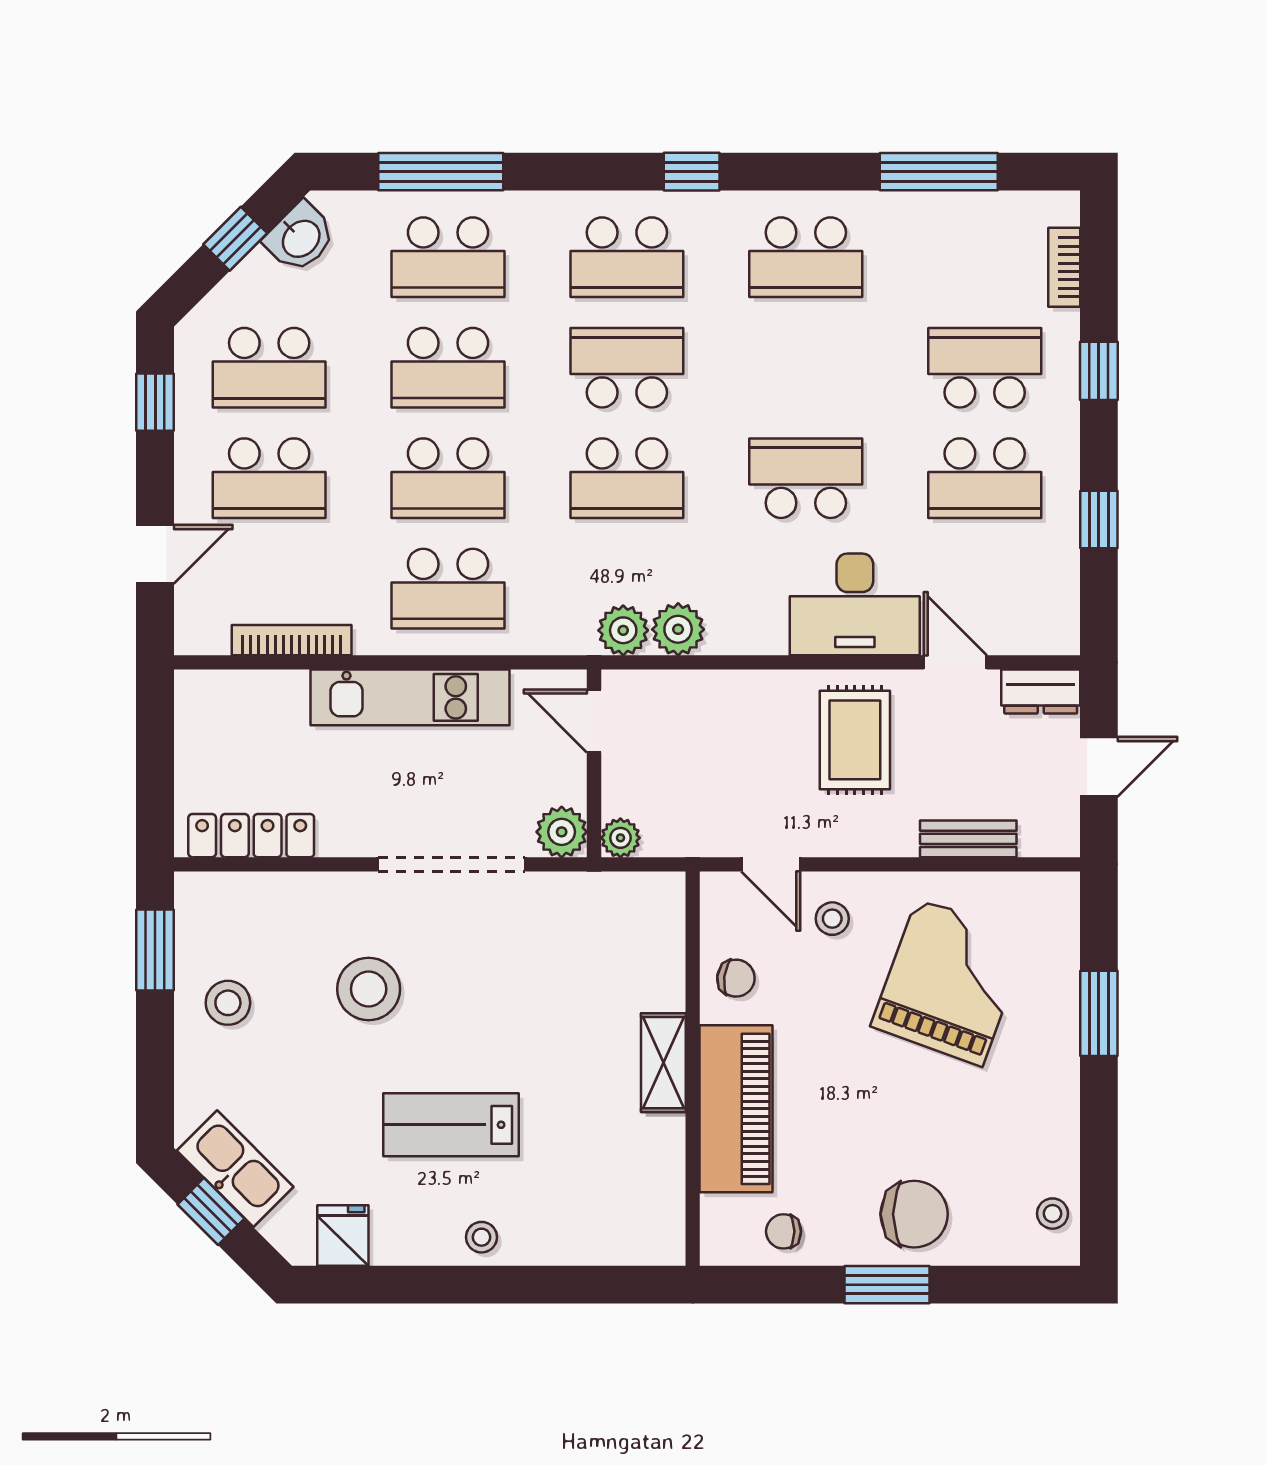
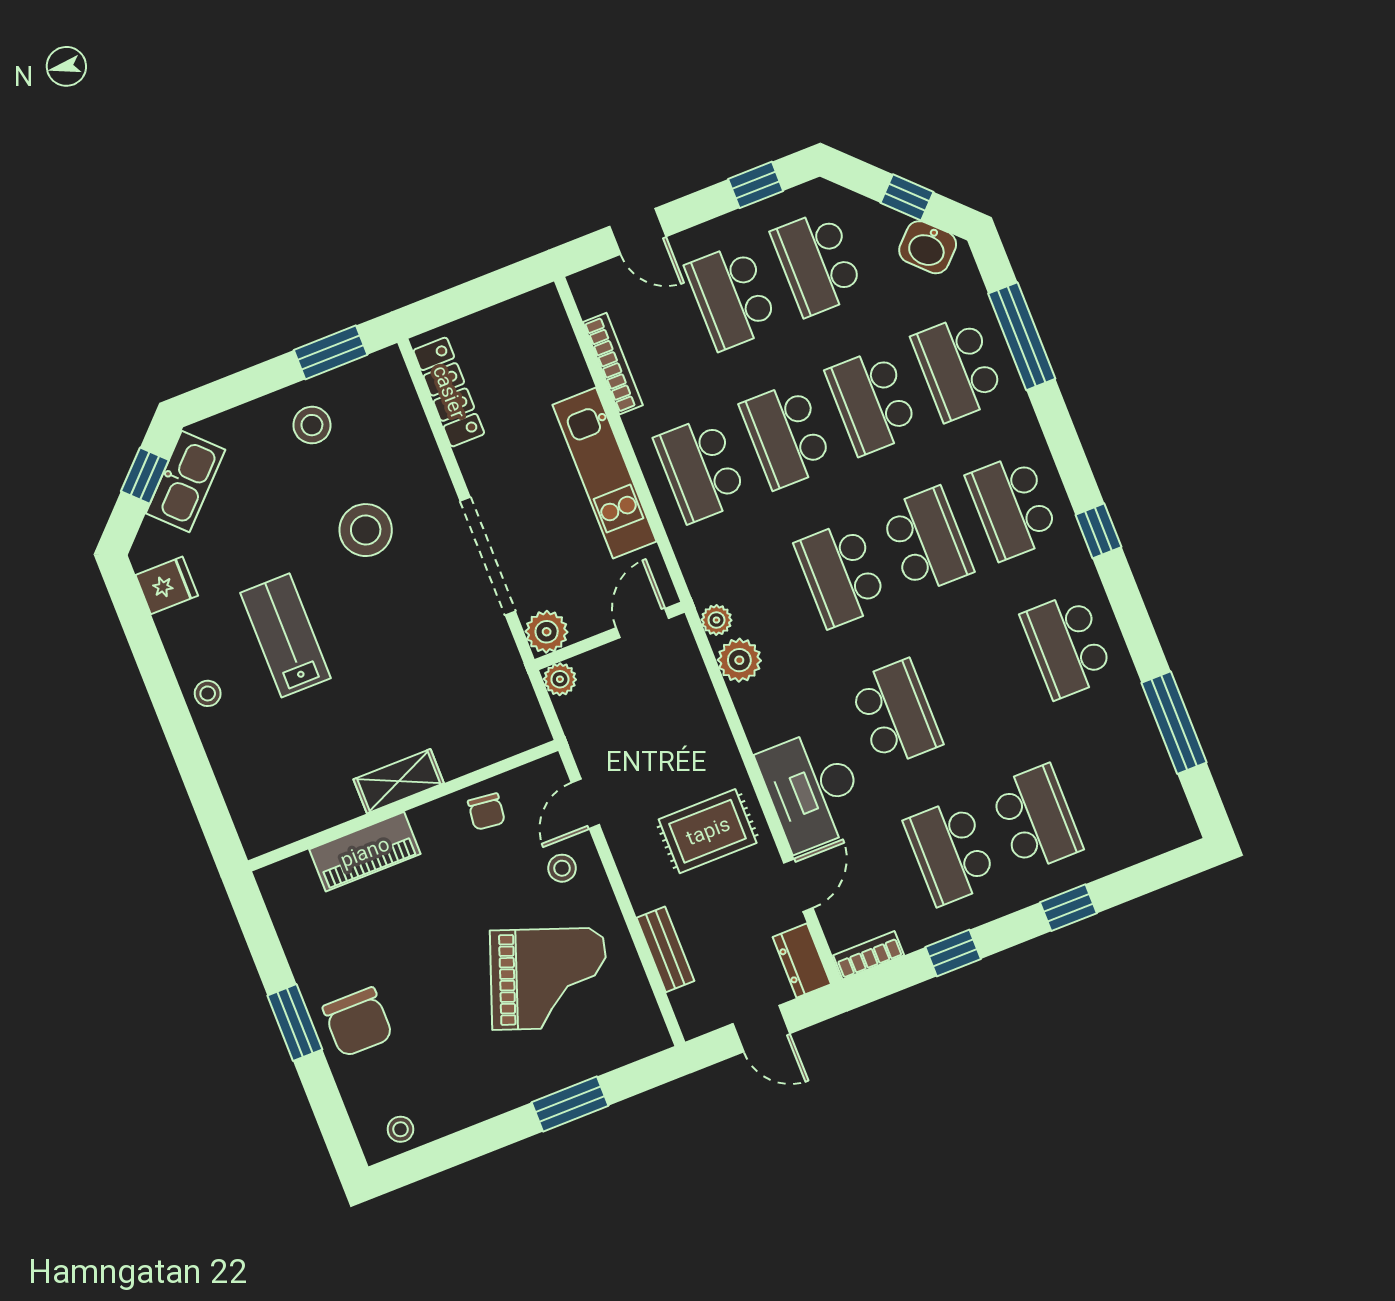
bookcase: (1064, 267) -> (869, 955), moved
plant: (623, 630) -> (716, 620), width x0.73, depth x0.73
piano: (736, 1109) -> (365, 852), width x0.73, depth x0.75
chair: (784, 1231) -> (304, 926), removed

